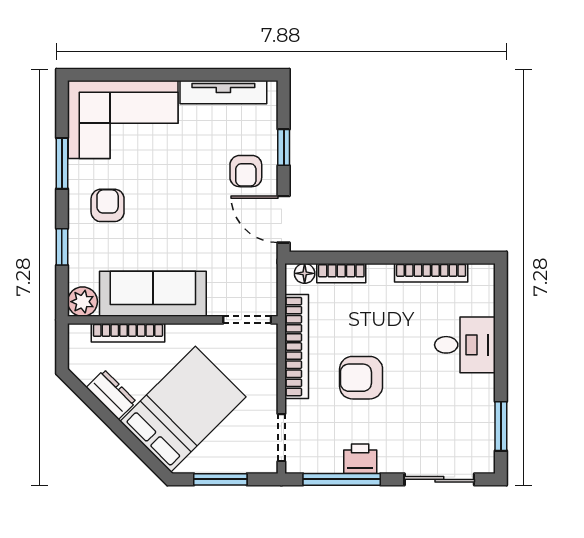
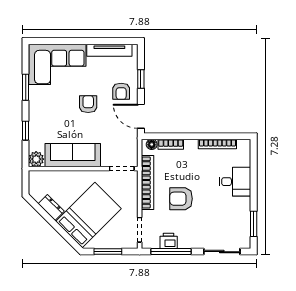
armchair: (108, 205) -> (88, 104), moved
bookcase: (128, 333) -> (60, 175), removed
printer: (360, 459) -> (169, 241), moved

